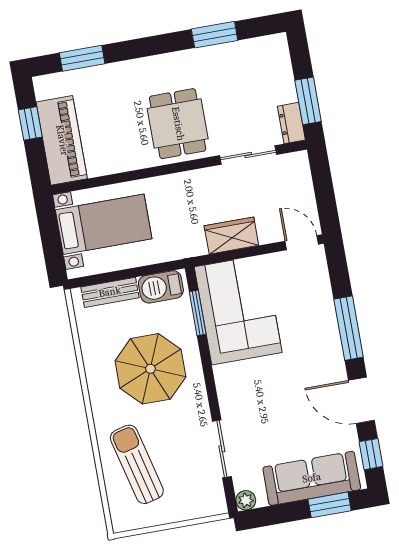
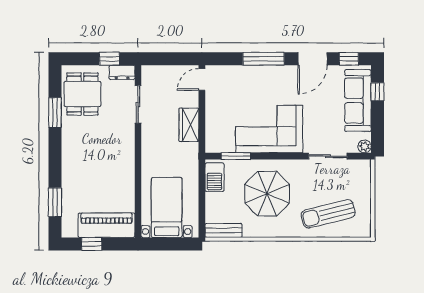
window: (308, 101) -> (109, 59), width x0.67
dining table: (178, 124) -> (82, 94), moved, turned 90
bench: (110, 292) -> (224, 230), moved, turned 90
corner sofa: (238, 310) -> (269, 129), moved
window: (330, 505) -> (377, 92), width x0.67

